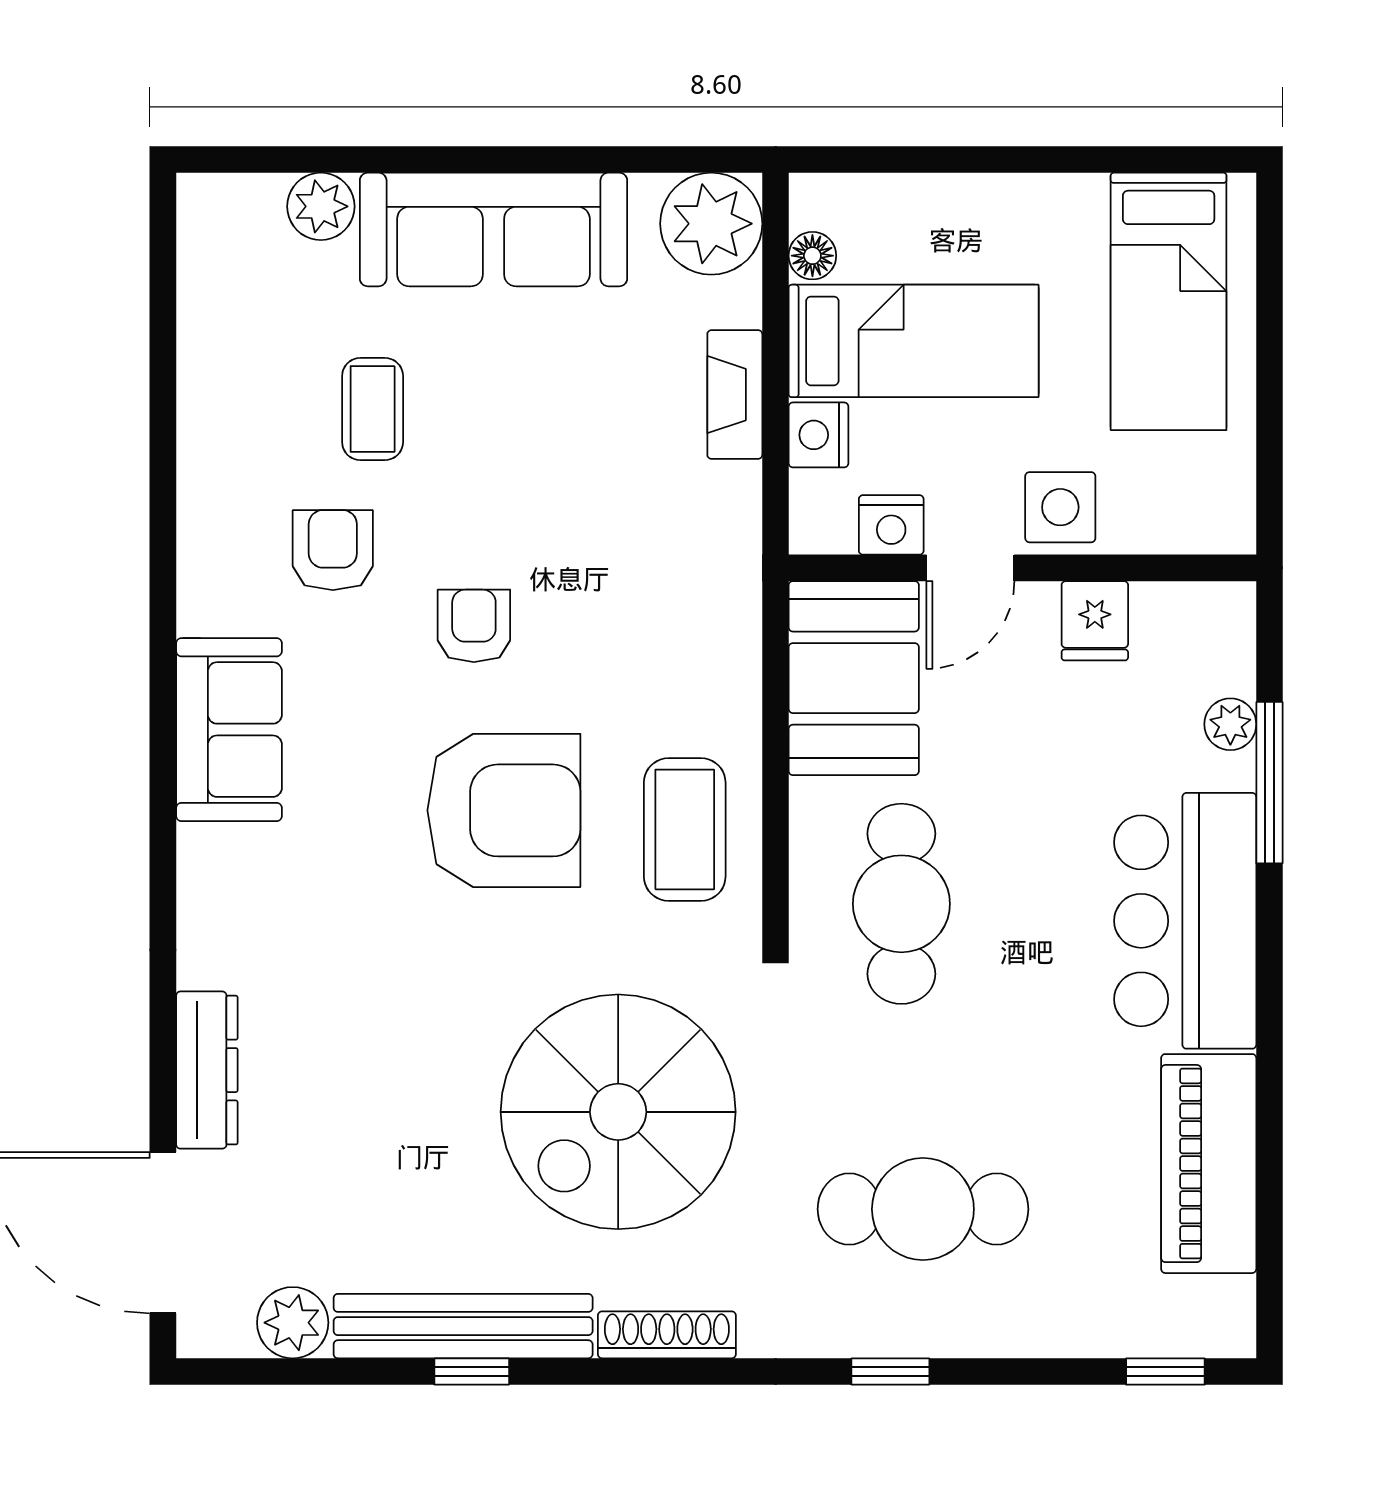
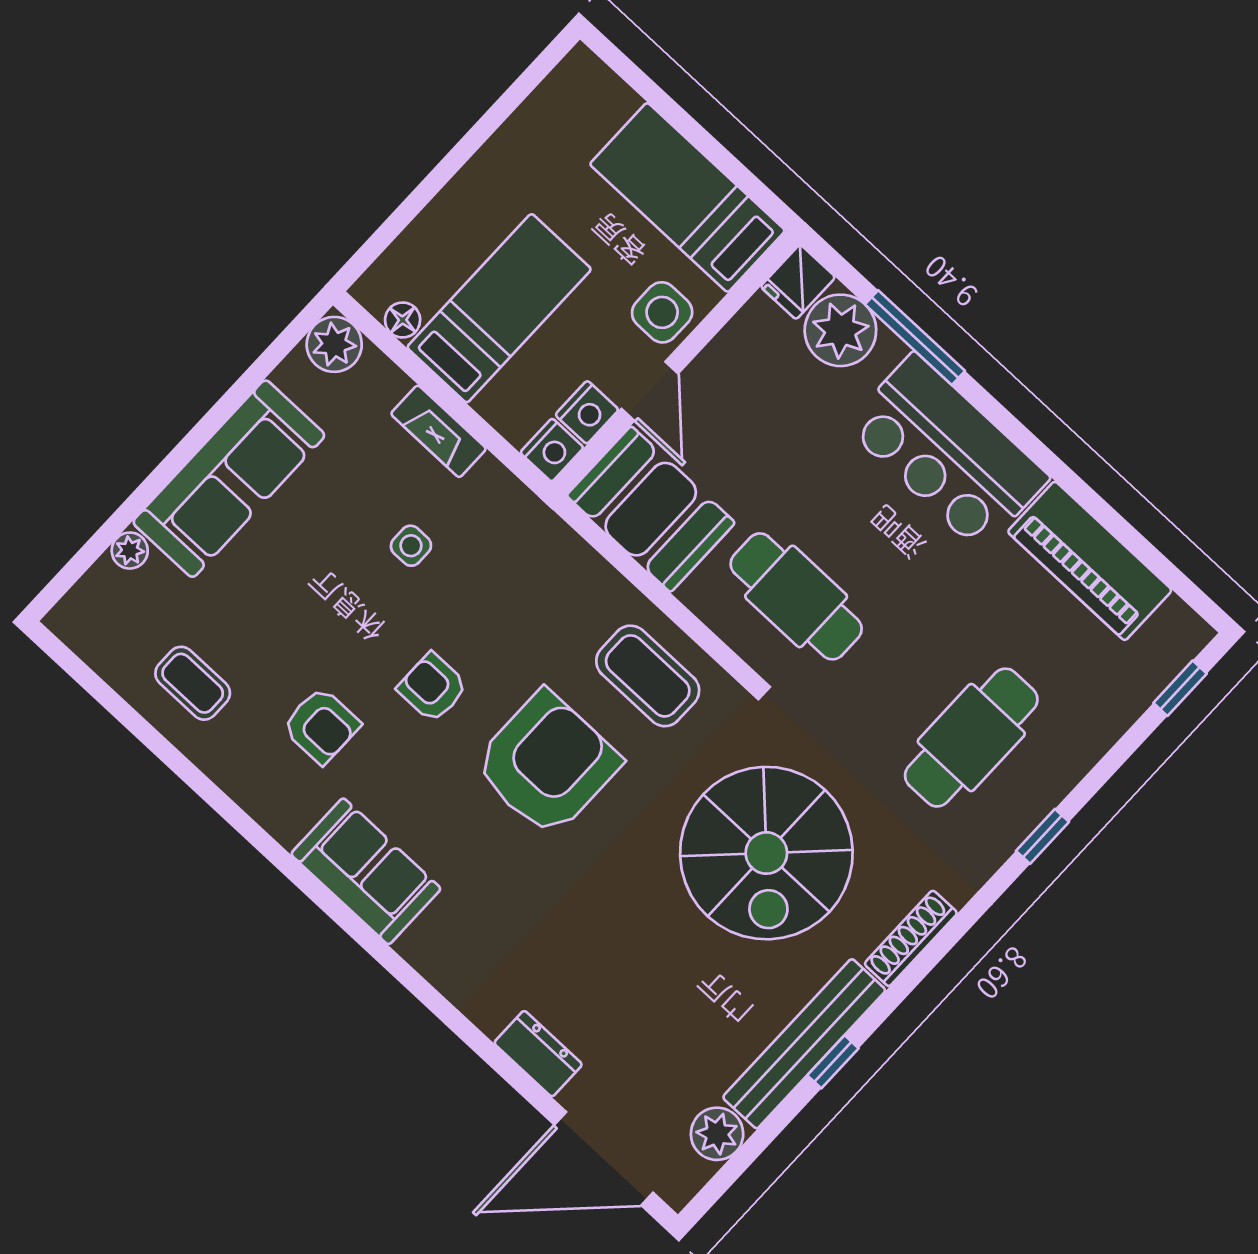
plant: (321, 206) -> (130, 551), width x0.73, depth x0.73
plant: (711, 224) -> (334, 344), width x0.73, depth x0.73
bed: (1169, 301) -> (687, 197), moved, turned 180
coffee table: (373, 409) -> (193, 683), moved
nightstand: (818, 435) -> (552, 450), moved, turned -90
side table: (595, 473) -> (411, 546), added
armchair: (333, 550) -> (321, 726), turned 180
fridge: (1095, 621) -> (798, 282), moved, turned 90
plant: (1230, 724) -> (840, 330), width x1.87, depth x1.87
dresser: (207, 1070) -> (538, 1054), width x0.70

